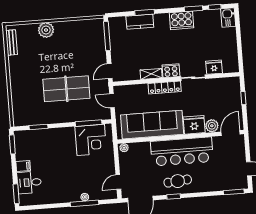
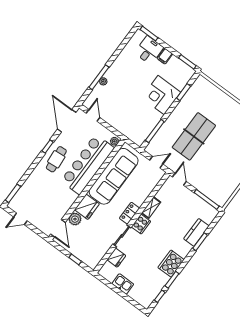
kitchen sink: (228, 18) -> (123, 284), moved
locker: (165, 87) -> (129, 213), width x0.66
corner desk: (91, 140) -> (161, 95), moved
bar counter: (182, 151) -> (88, 164), moved

